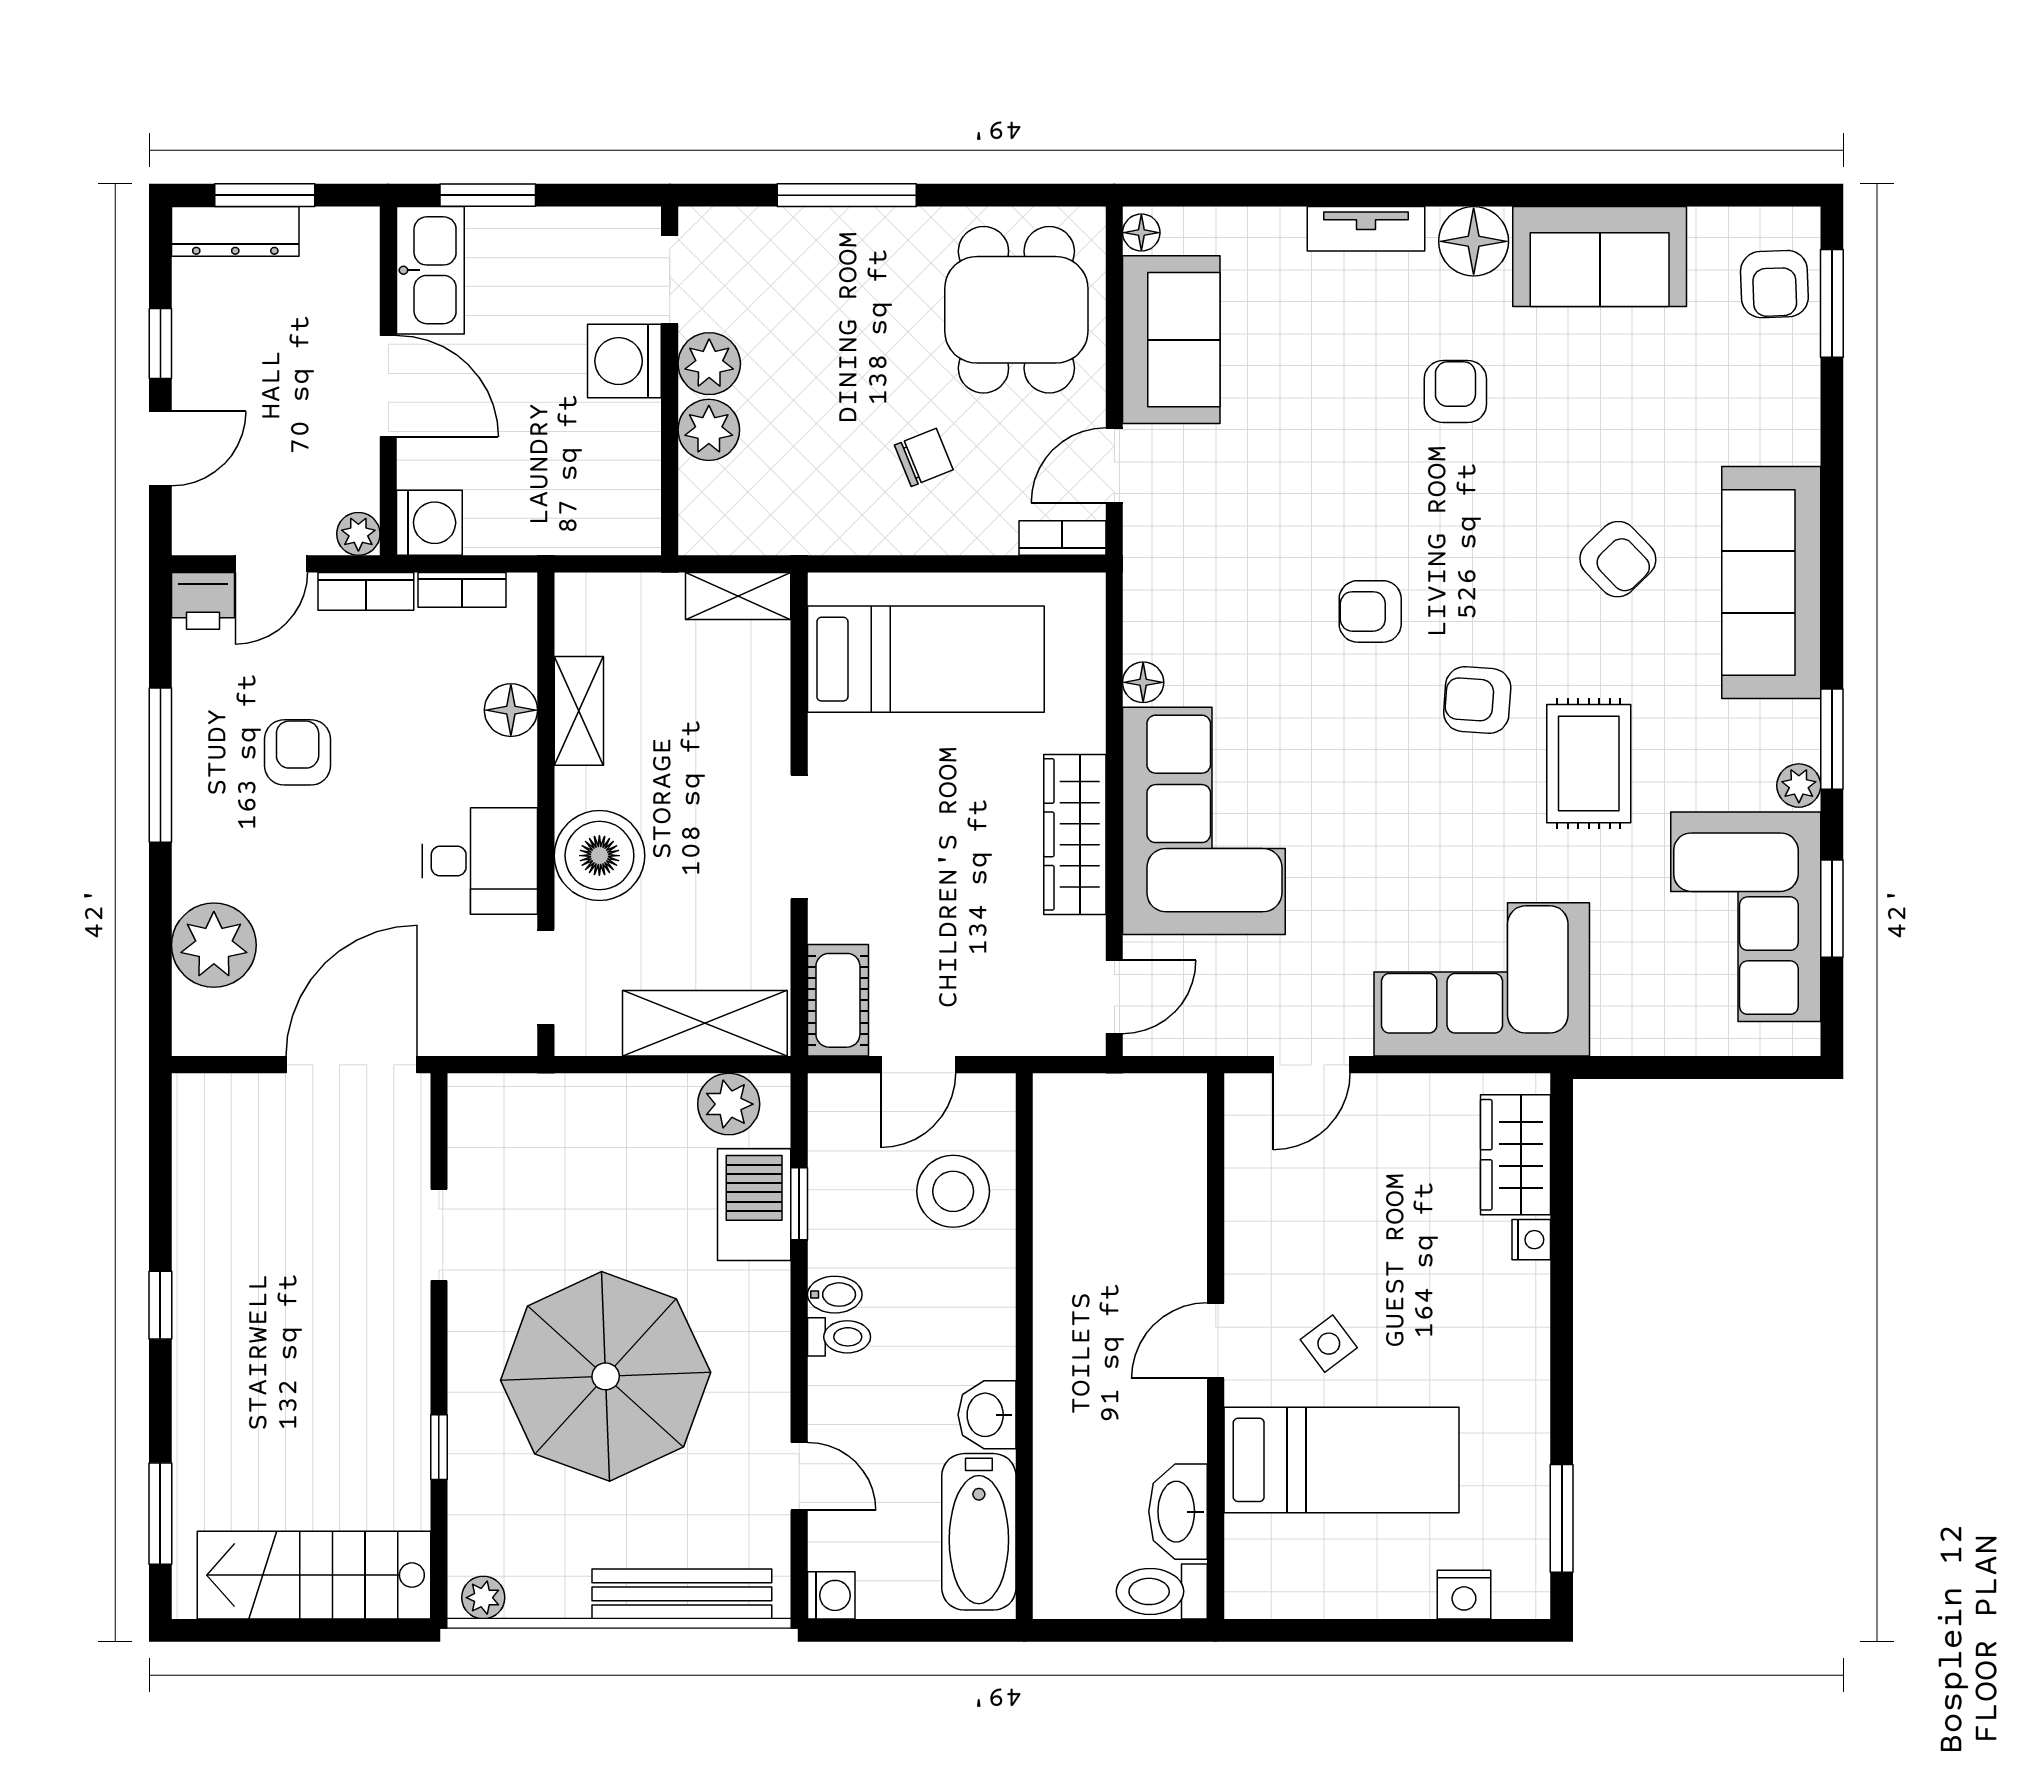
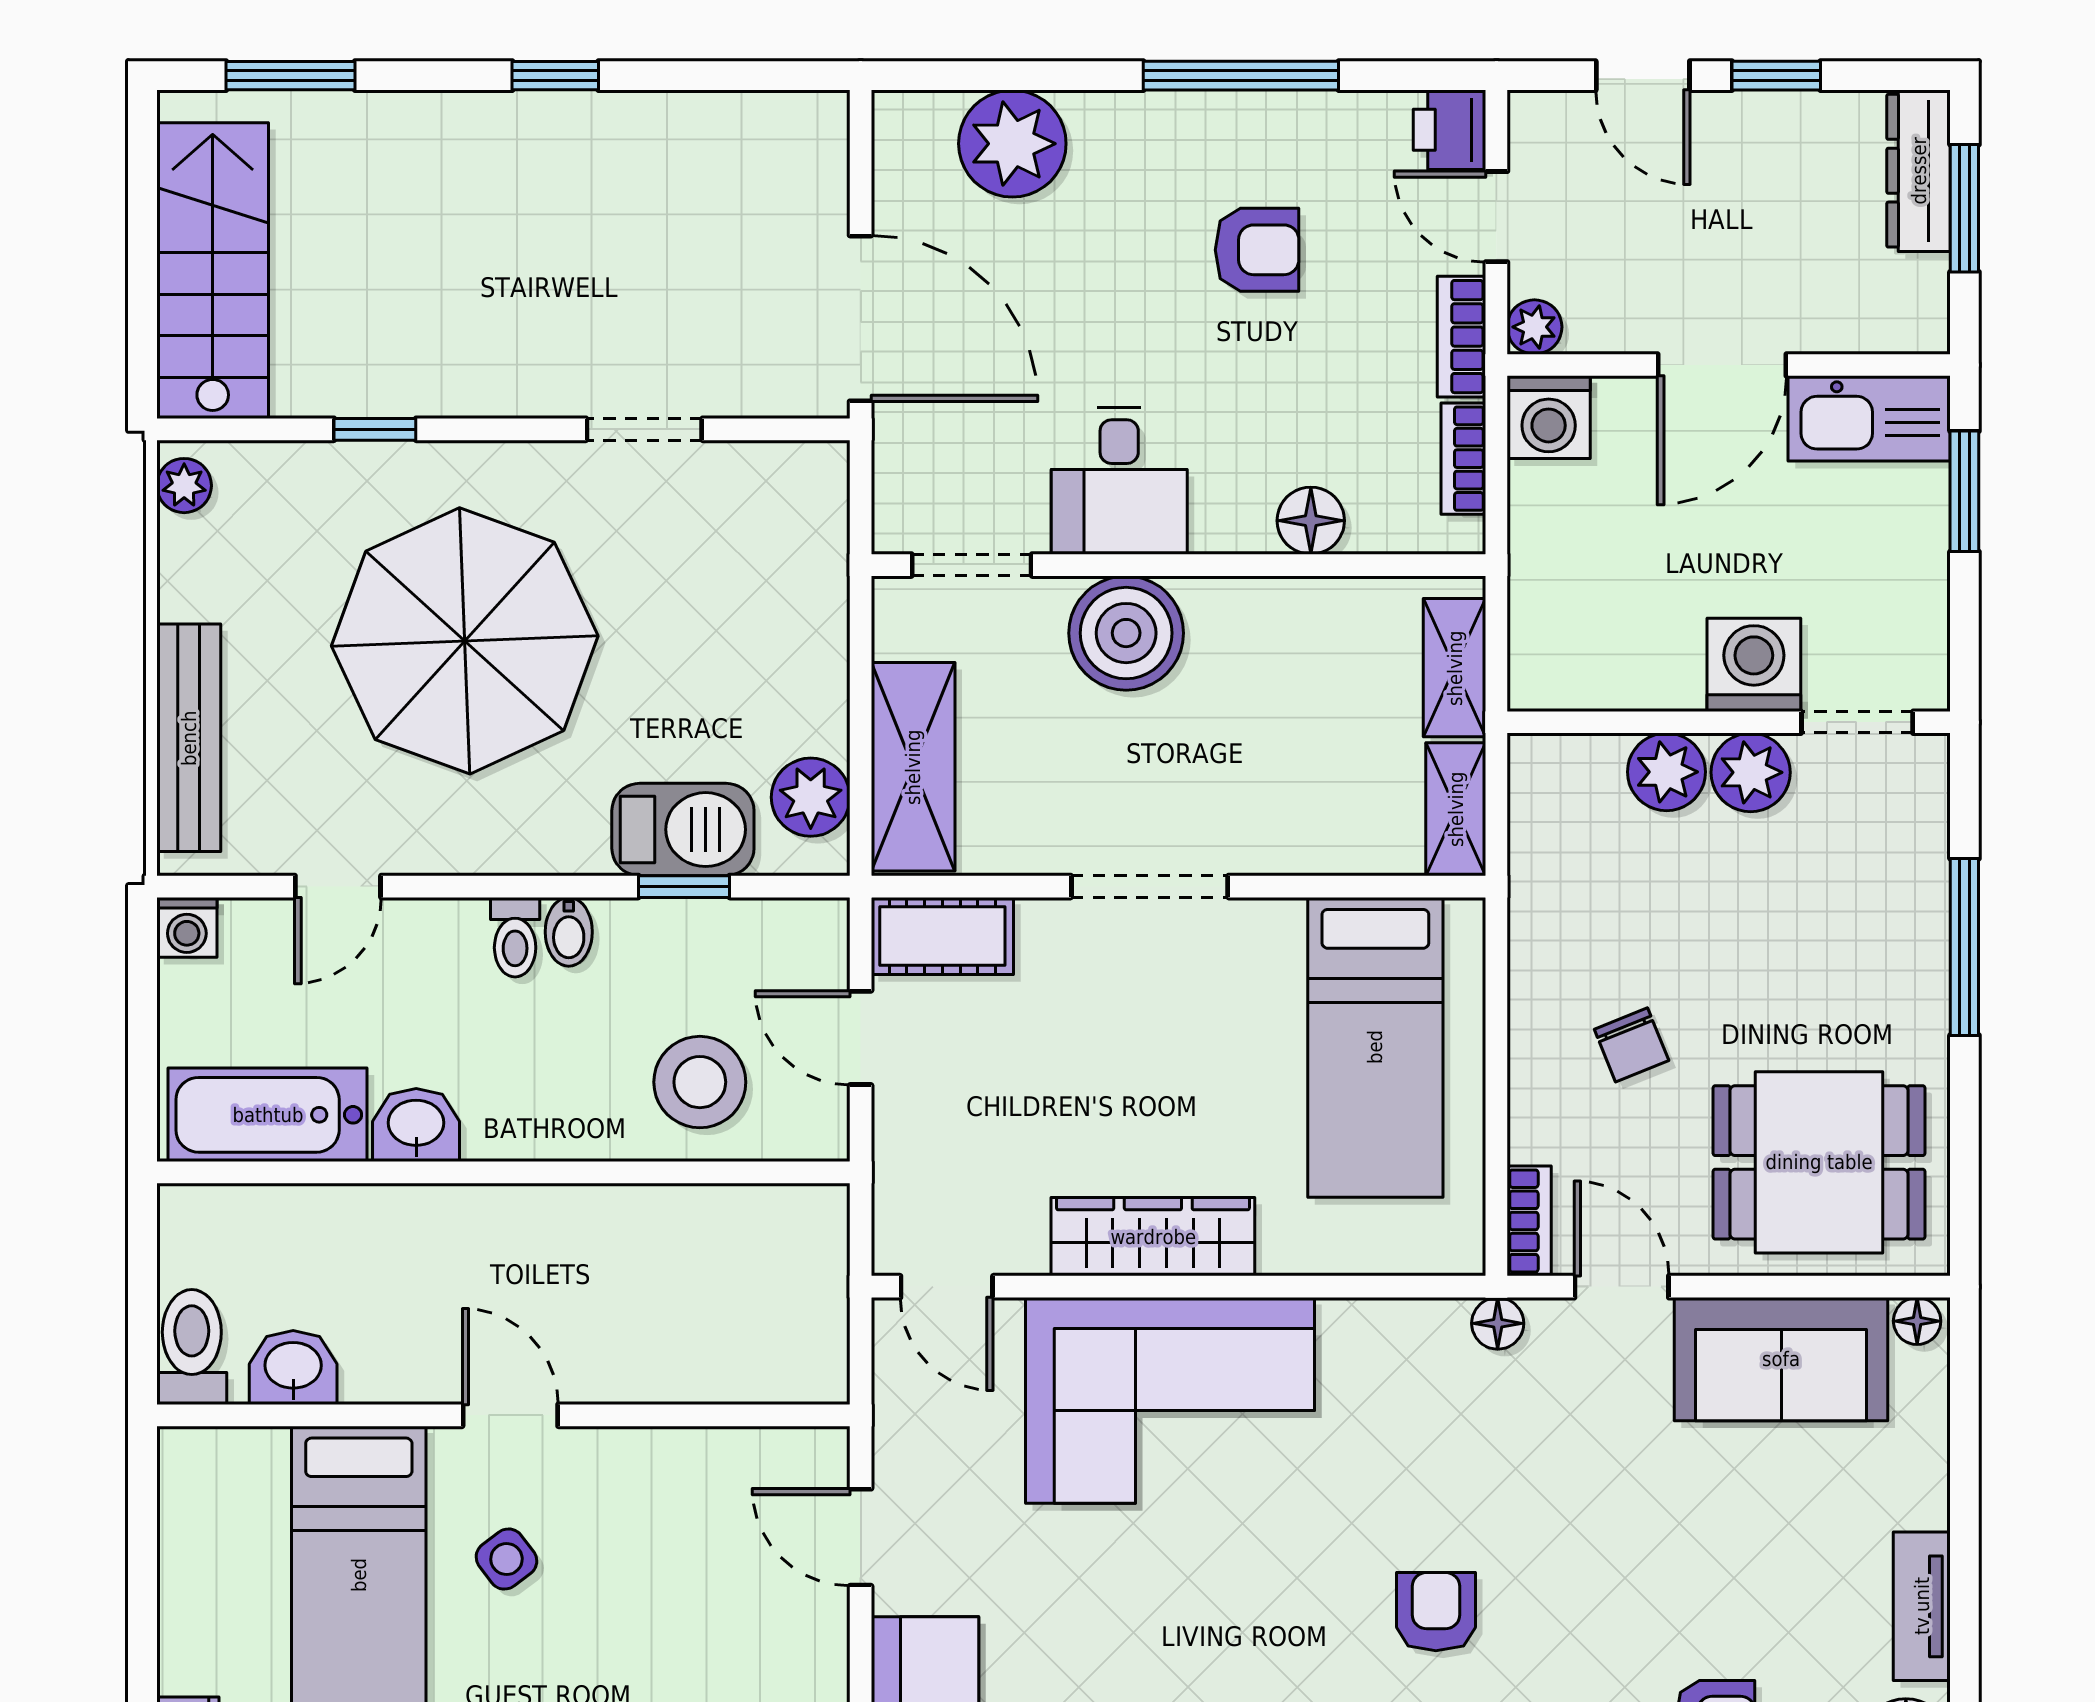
floor lamp: (1143, 682) -> (1498, 1323), moved
shelving: (579, 711) -> (1455, 668), moved, turned 90
washbasin: (1178, 1512) -> (293, 1368), width x0.72

